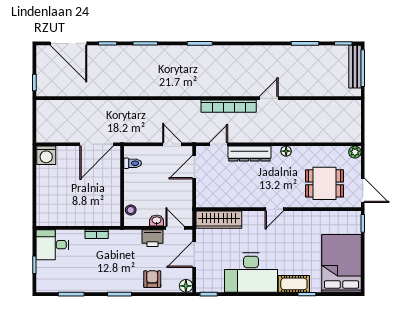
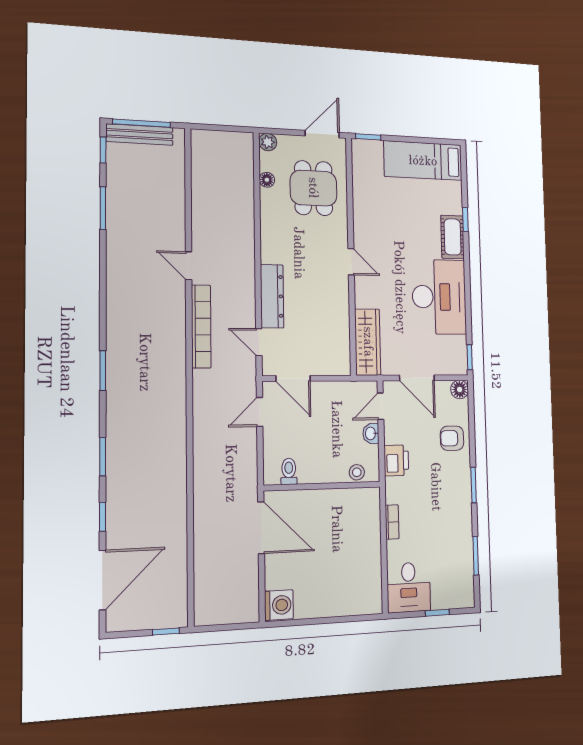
floor lamp: (286, 151) -> (267, 180), moved
printer: (153, 238) -> (396, 460), moved
bed: (341, 263) -> (423, 161), width x0.67

